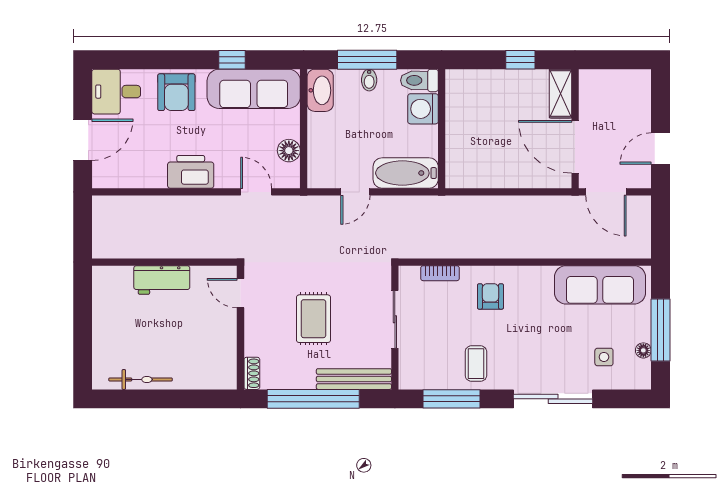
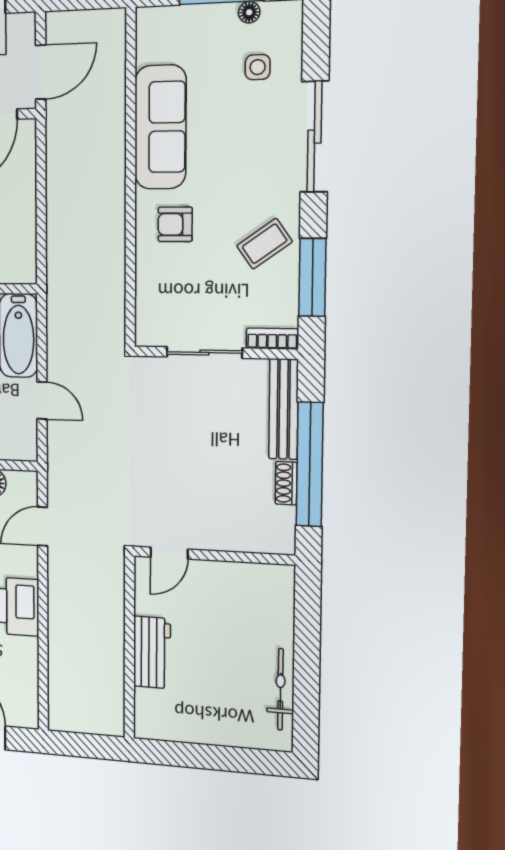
bookcase: (440, 273) -> (272, 339), moved, turned -90
sofa: (600, 285) -> (160, 127), moved
rug: (313, 319) -> (203, 460), removed
coffee table: (476, 364) -> (265, 244), turned -35
shoe rack: (252, 373) -> (286, 483), moved, turned -90

